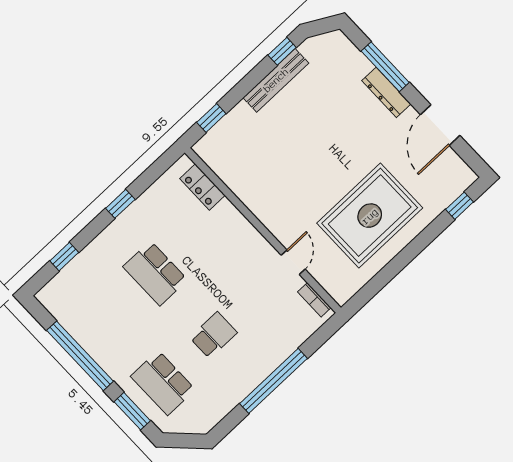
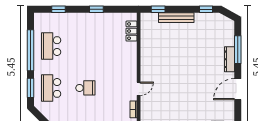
bench: (276, 80) -> (176, 18), moved
rug: (370, 216) -> (182, 98), removed
school desk: (155, 273) -> (51, 46), moved

